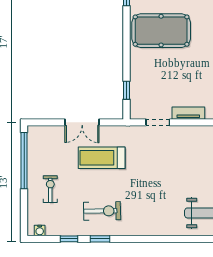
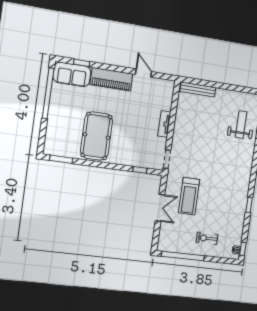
doorway: (158, 122) -> (167, 159), moved
exercise bike: (102, 211) -> (229, 201), removed
window: (69, 239) -> (243, 249), moved

